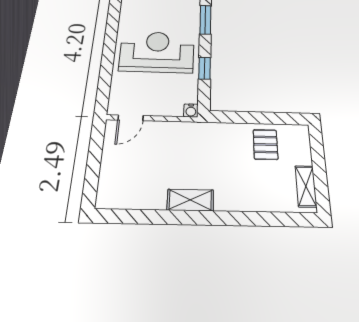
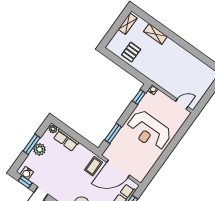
window: (205, 68) -> (139, 97), moved
shelving: (190, 200) -> (155, 34), moved

